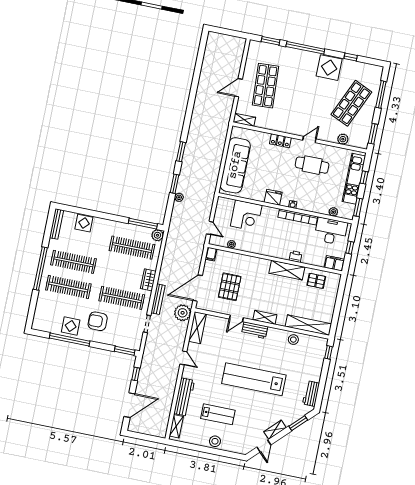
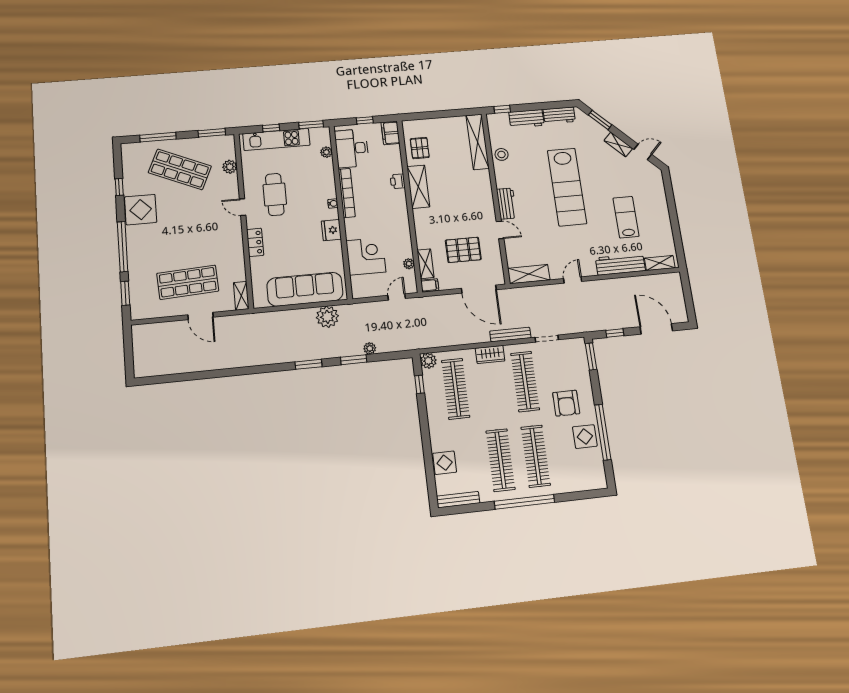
window: (143, 224) -> (419, 384), width x0.46
plant: (183, 313) -> (327, 317), moved
shelving: (265, 317) -> (426, 264), moved
workbench: (316, 368) -> (526, 119), added
stool: (215, 441) -> (660, 211), removed

